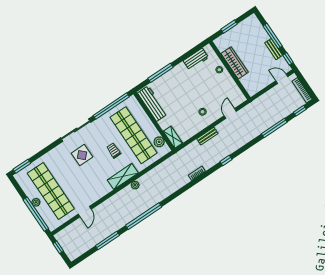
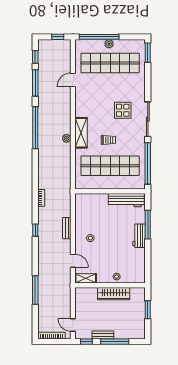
workbench: (196, 59) -> (139, 236), moved
door: (282, 79) -> (73, 325), swing flipped
window: (300, 111) -> (35, 57), moved
shelving: (173, 137) -> (86, 278), moved
plant: (159, 142) -> (90, 184), removed
door: (85, 212) -> (73, 80), hinge flipped

